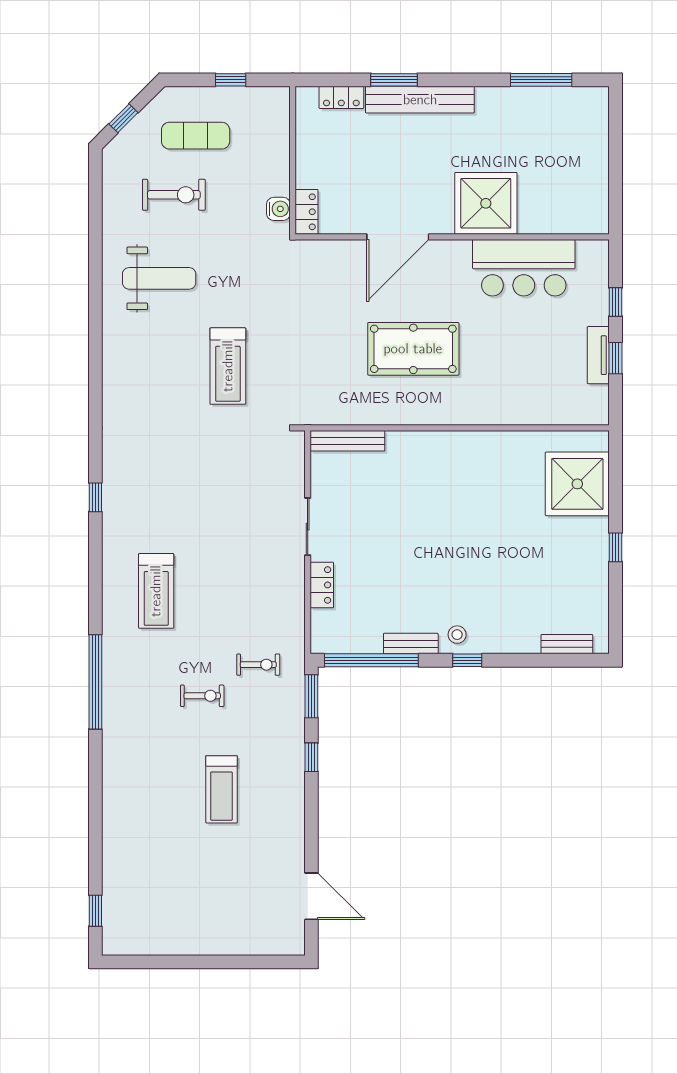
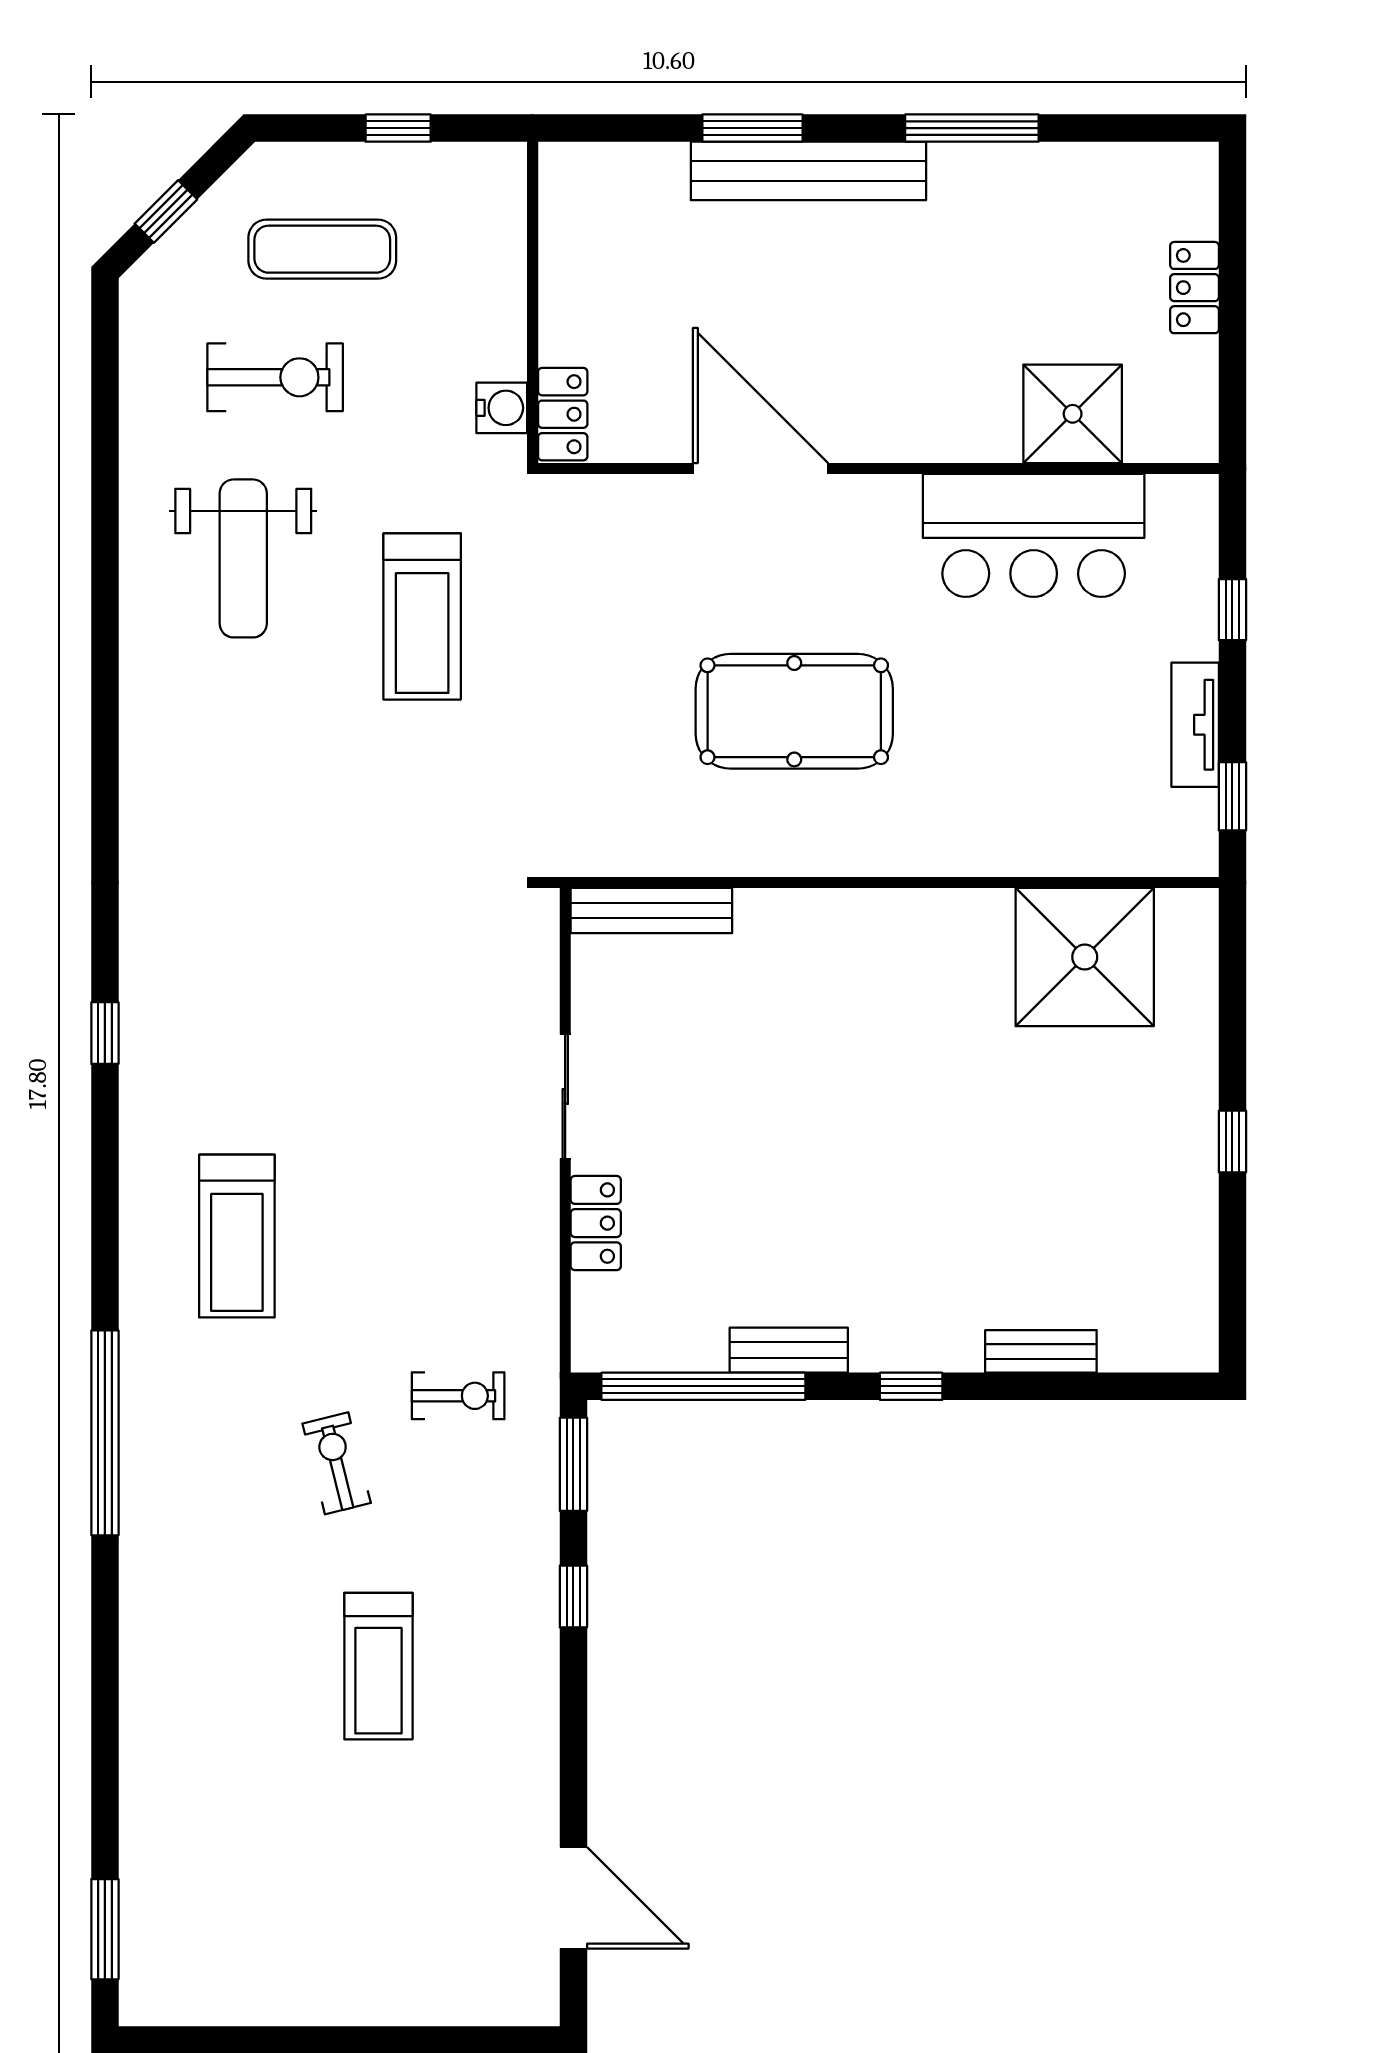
window: (541, 80) -> (972, 128), moved
locker: (341, 97) -> (1195, 288), moved, turned 90
shower: (486, 203) -> (1073, 414), moved, width x0.73, depth x0.73
door: (398, 237) -> (760, 468), swing flipped
weight bench: (159, 278) -> (243, 558), turned 90
window: (615, 358) -> (1232, 796), moved
treadmill: (228, 366) -> (422, 616), moved
shower: (577, 484) -> (1085, 957), moved
stool: (457, 635) -> (889, 1331), removed
bench: (567, 644) -> (1041, 1351), moved
exercise bike: (202, 696) -> (337, 1463), turned -104
window: (95, 911) -> (105, 1929), width x1.50

